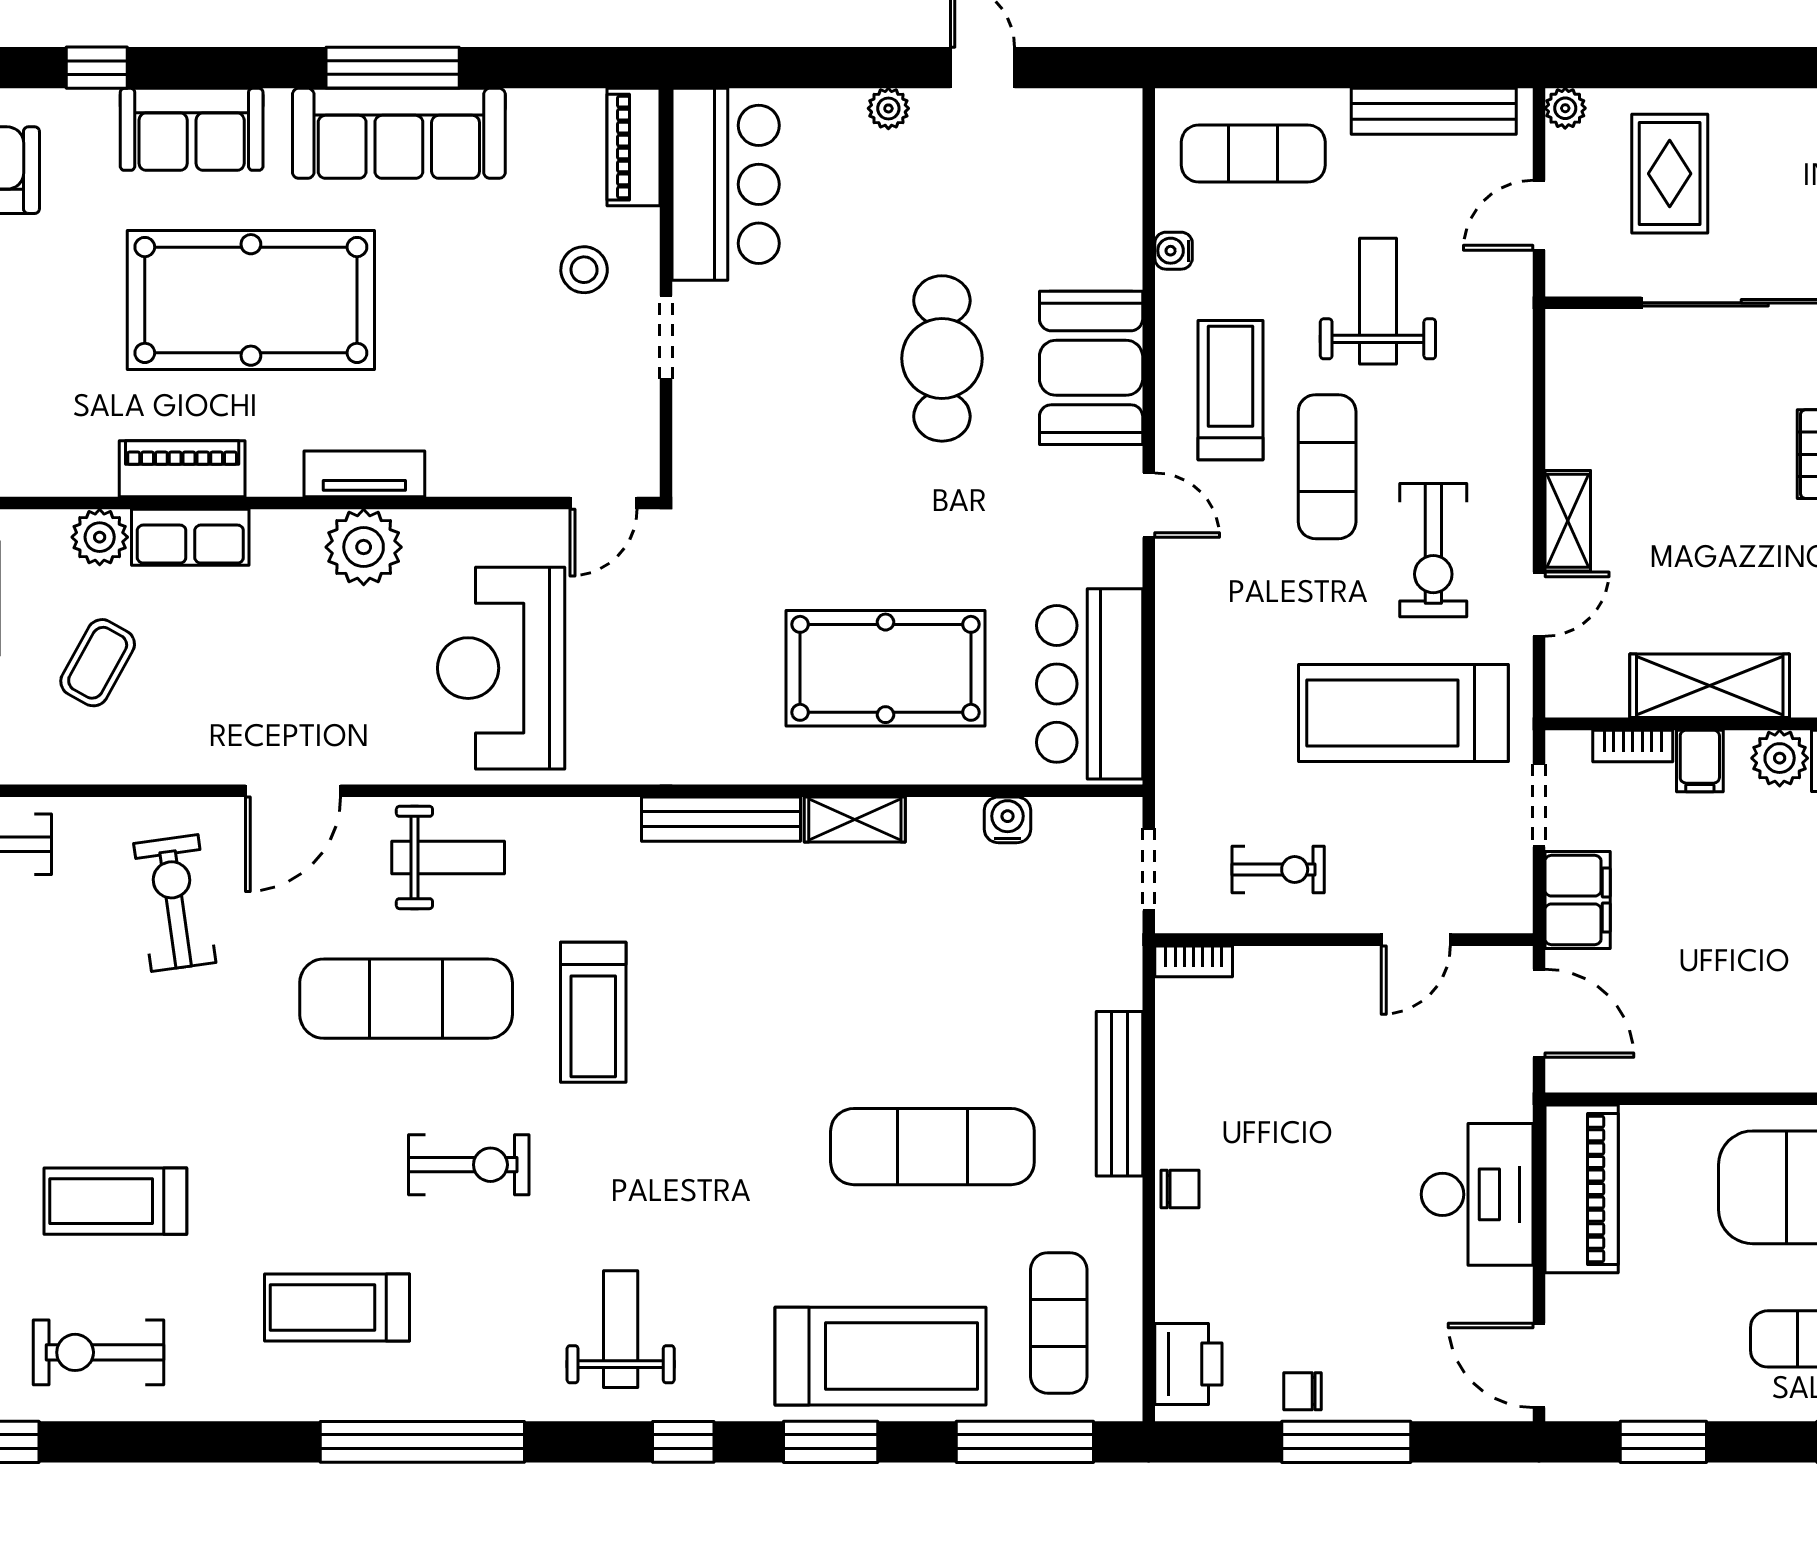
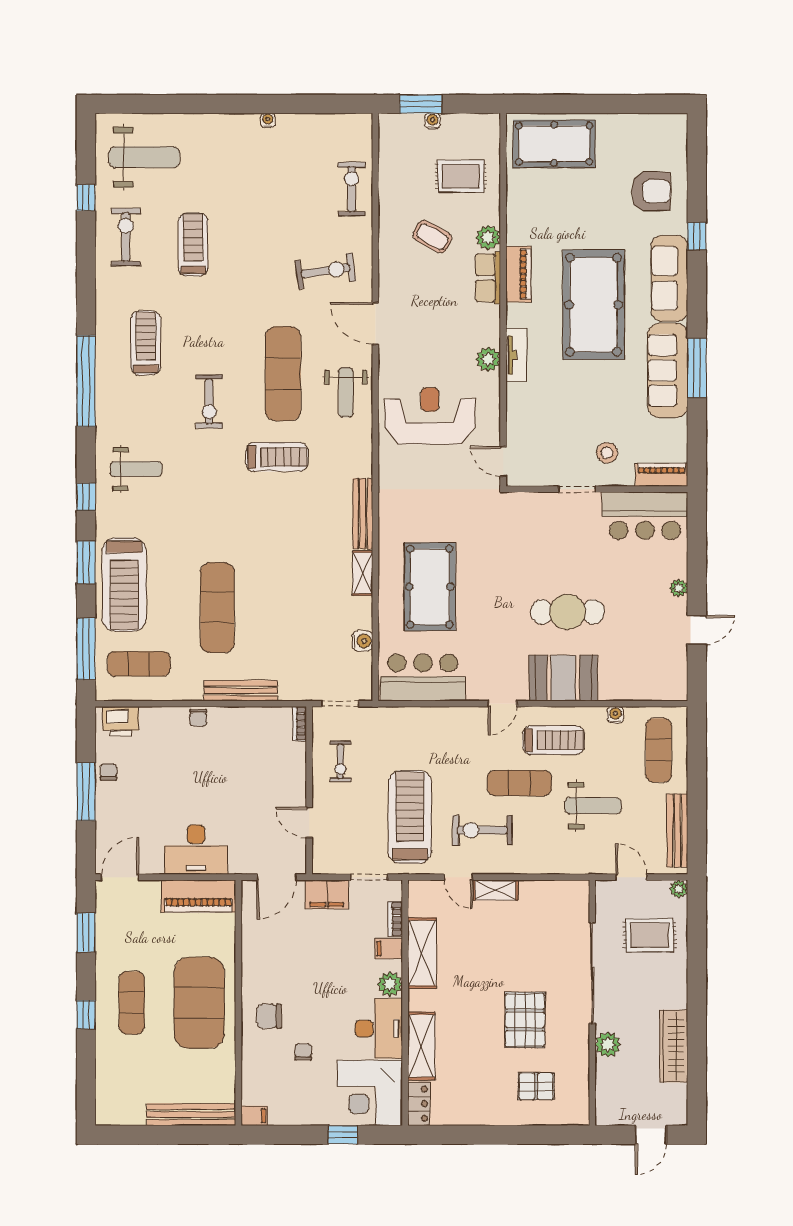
sofa: (192, 129) -> (669, 278), width x1.36
plant: (364, 547) -> (488, 359), width x0.73, depth x0.73
treadmill: (593, 1012) -> (277, 457), turned 180

